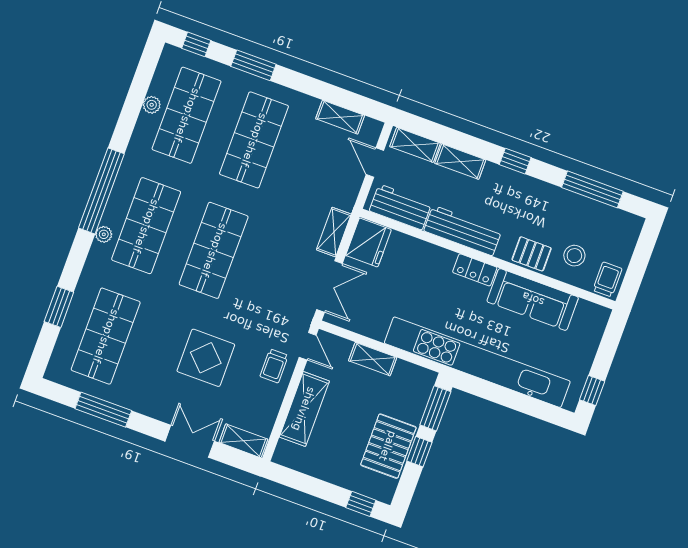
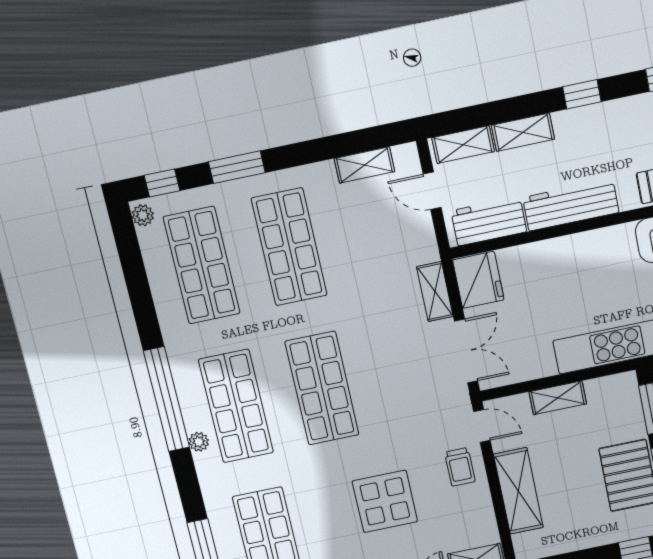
plant: (152, 105) -> (143, 215), moved
locker: (475, 270) -> (609, 239), removed

